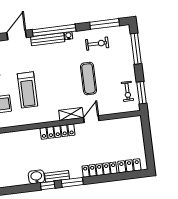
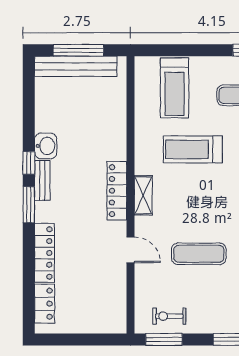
shelving: (71, 114) -> (143, 195), moved

